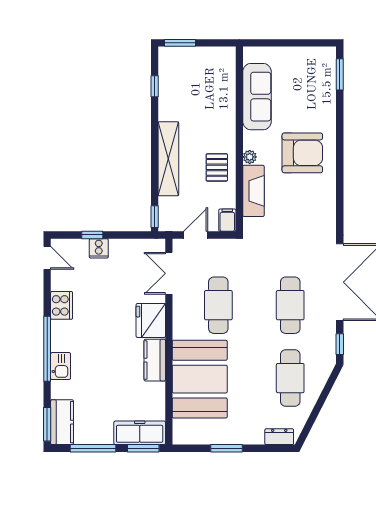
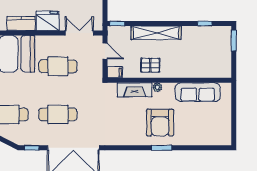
window: (340, 74) -> (162, 148), moved

